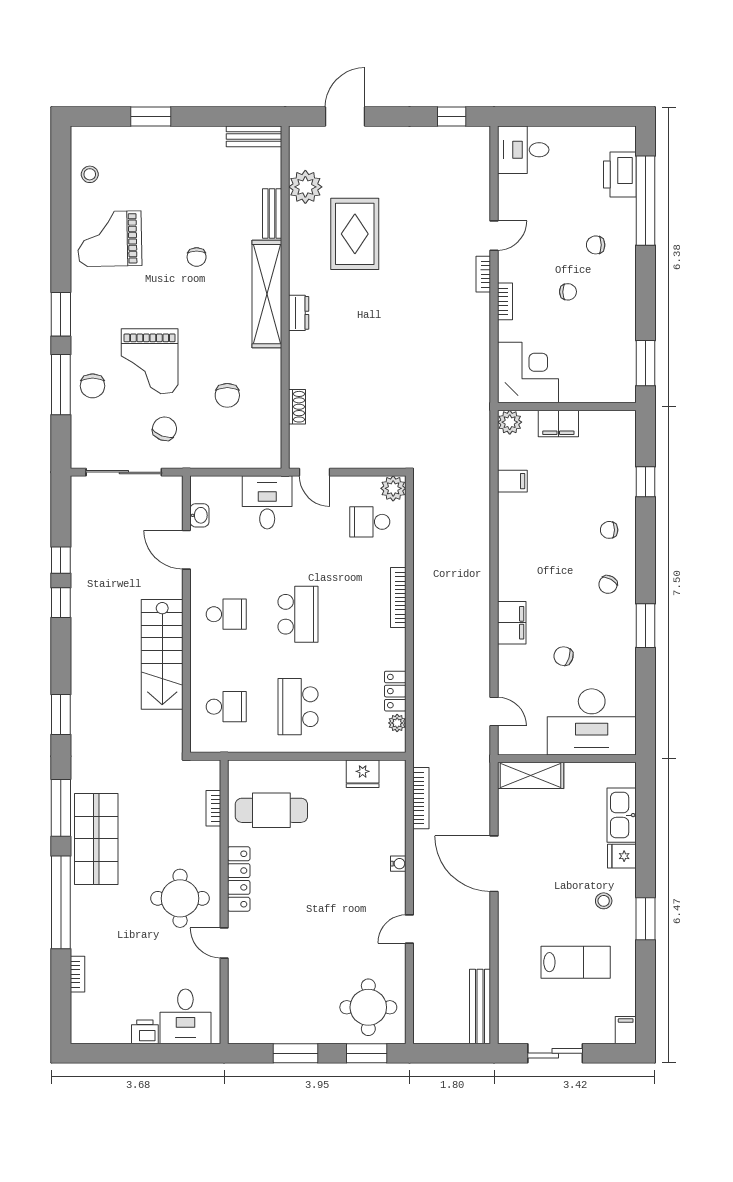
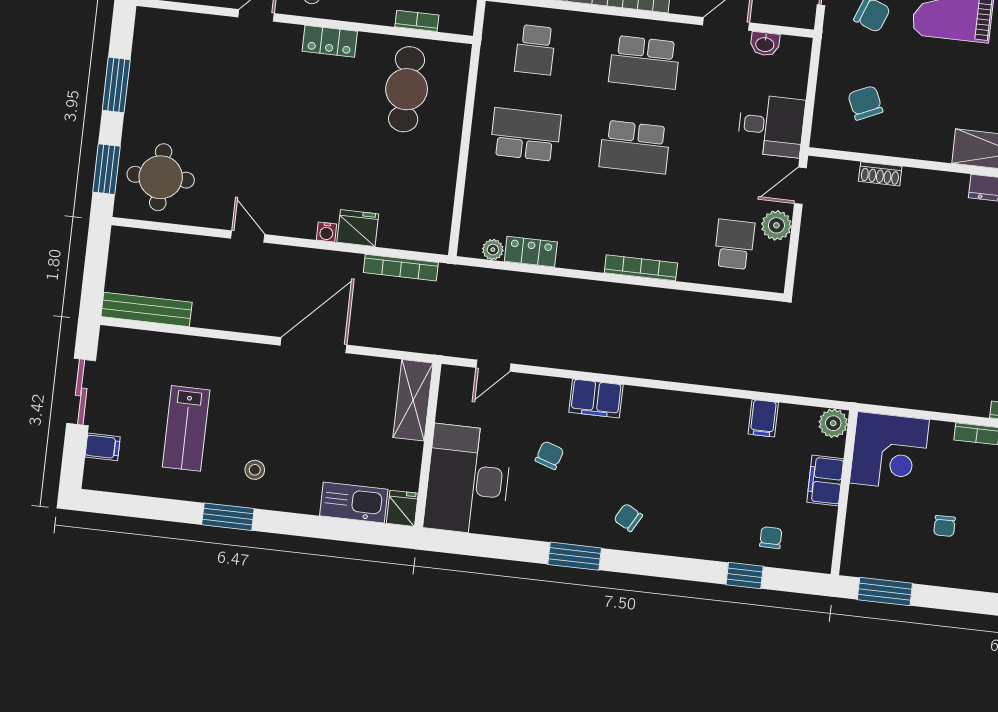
chair: (568, 292) -> (944, 526), moved
chair: (227, 395) -> (865, 103), moved, turned 66
plant: (393, 488) -> (776, 225), moved
chair: (609, 530) -> (771, 538), moved
school desk: (226, 614) -> (644, 62), width x1.85
fridge: (363, 774) -> (358, 228), moved, turned 90
fridge: (622, 856) -> (402, 508), moved
locker: (239, 879) -> (330, 41), width x0.66
filing cabinet: (626, 1030) -> (103, 447), moved

